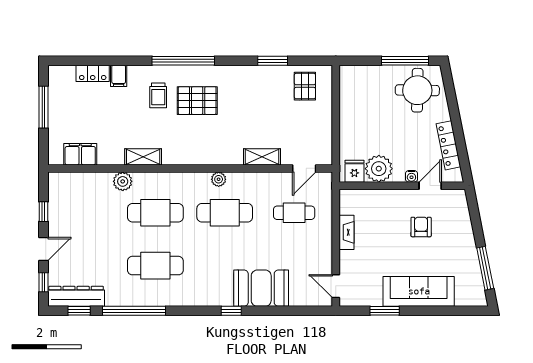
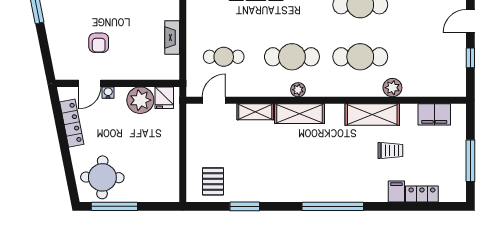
trolley: (158, 95) -> (390, 151), moved, turned 90
pallet: (197, 101) -> (319, 167), removed
shelving: (217, 155) -> (300, 114), added
shelving: (143, 157) -> (372, 115), width x1.50, depth x1.33

